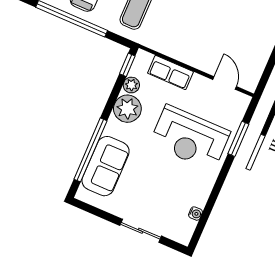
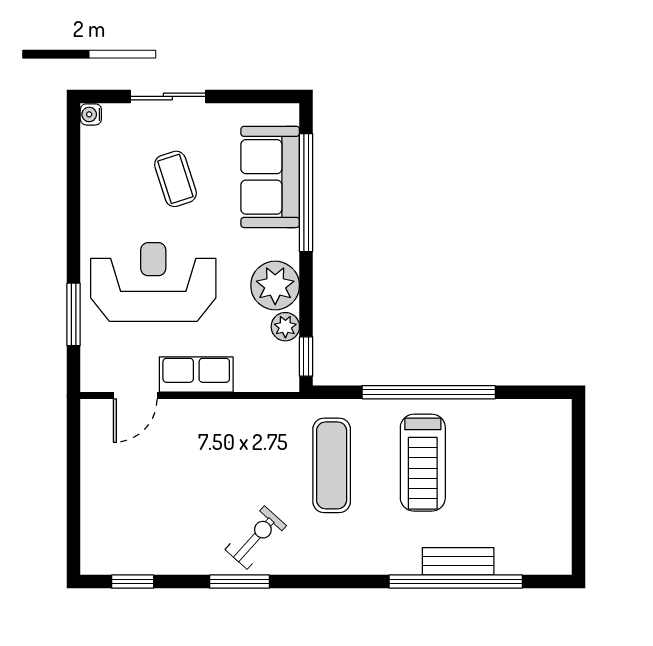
row of seats: (171, 72) -> (196, 375), moved
door: (225, 83) -> (135, 395), hinge flipped
coffee table: (155, 186) -> (175, 179), added
water cooler: (195, 214) -> (91, 114), moved

